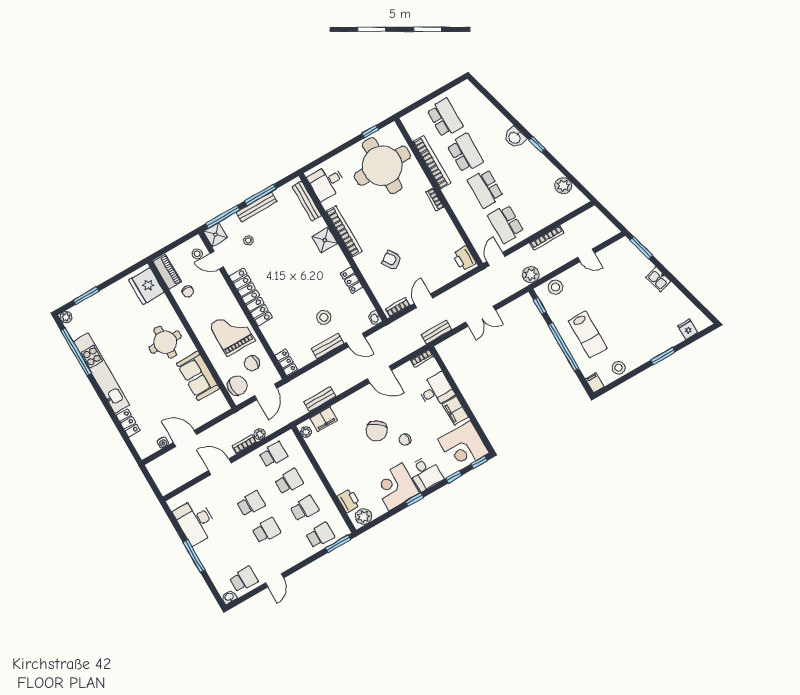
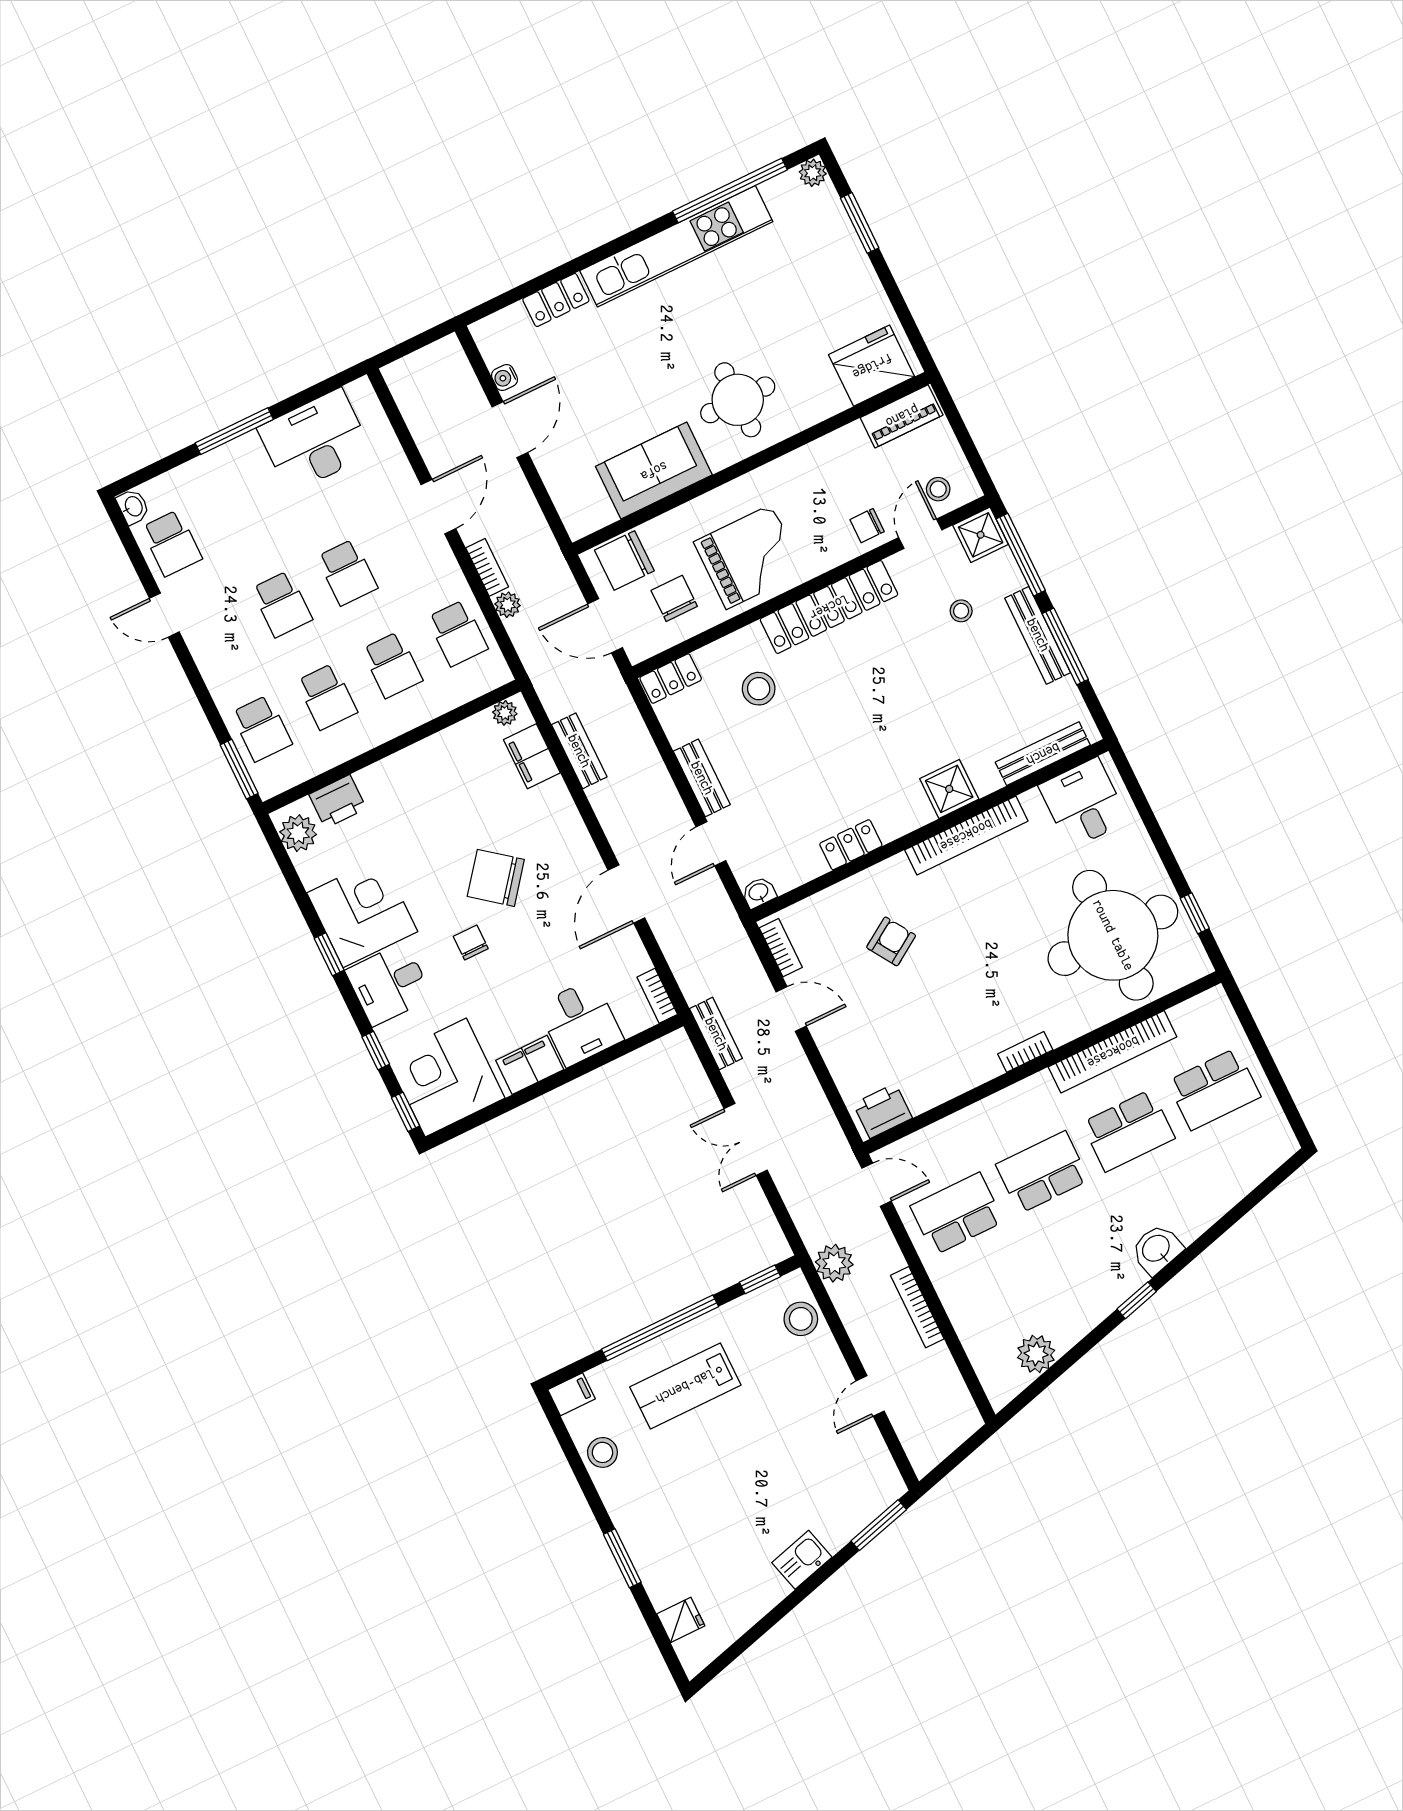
chair: (188, 291) -> (867, 526), moved
stool: (324, 317) -> (759, 689), moved
chair: (237, 386) -> (624, 560), turned 90

